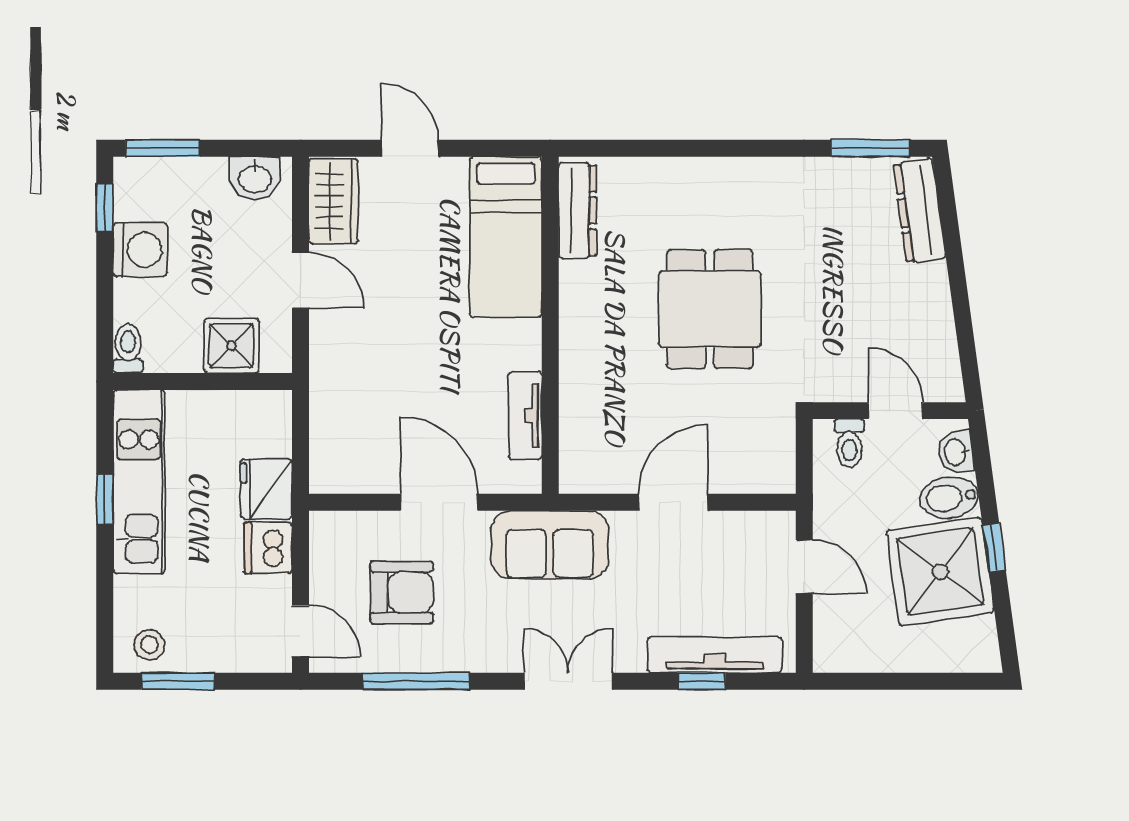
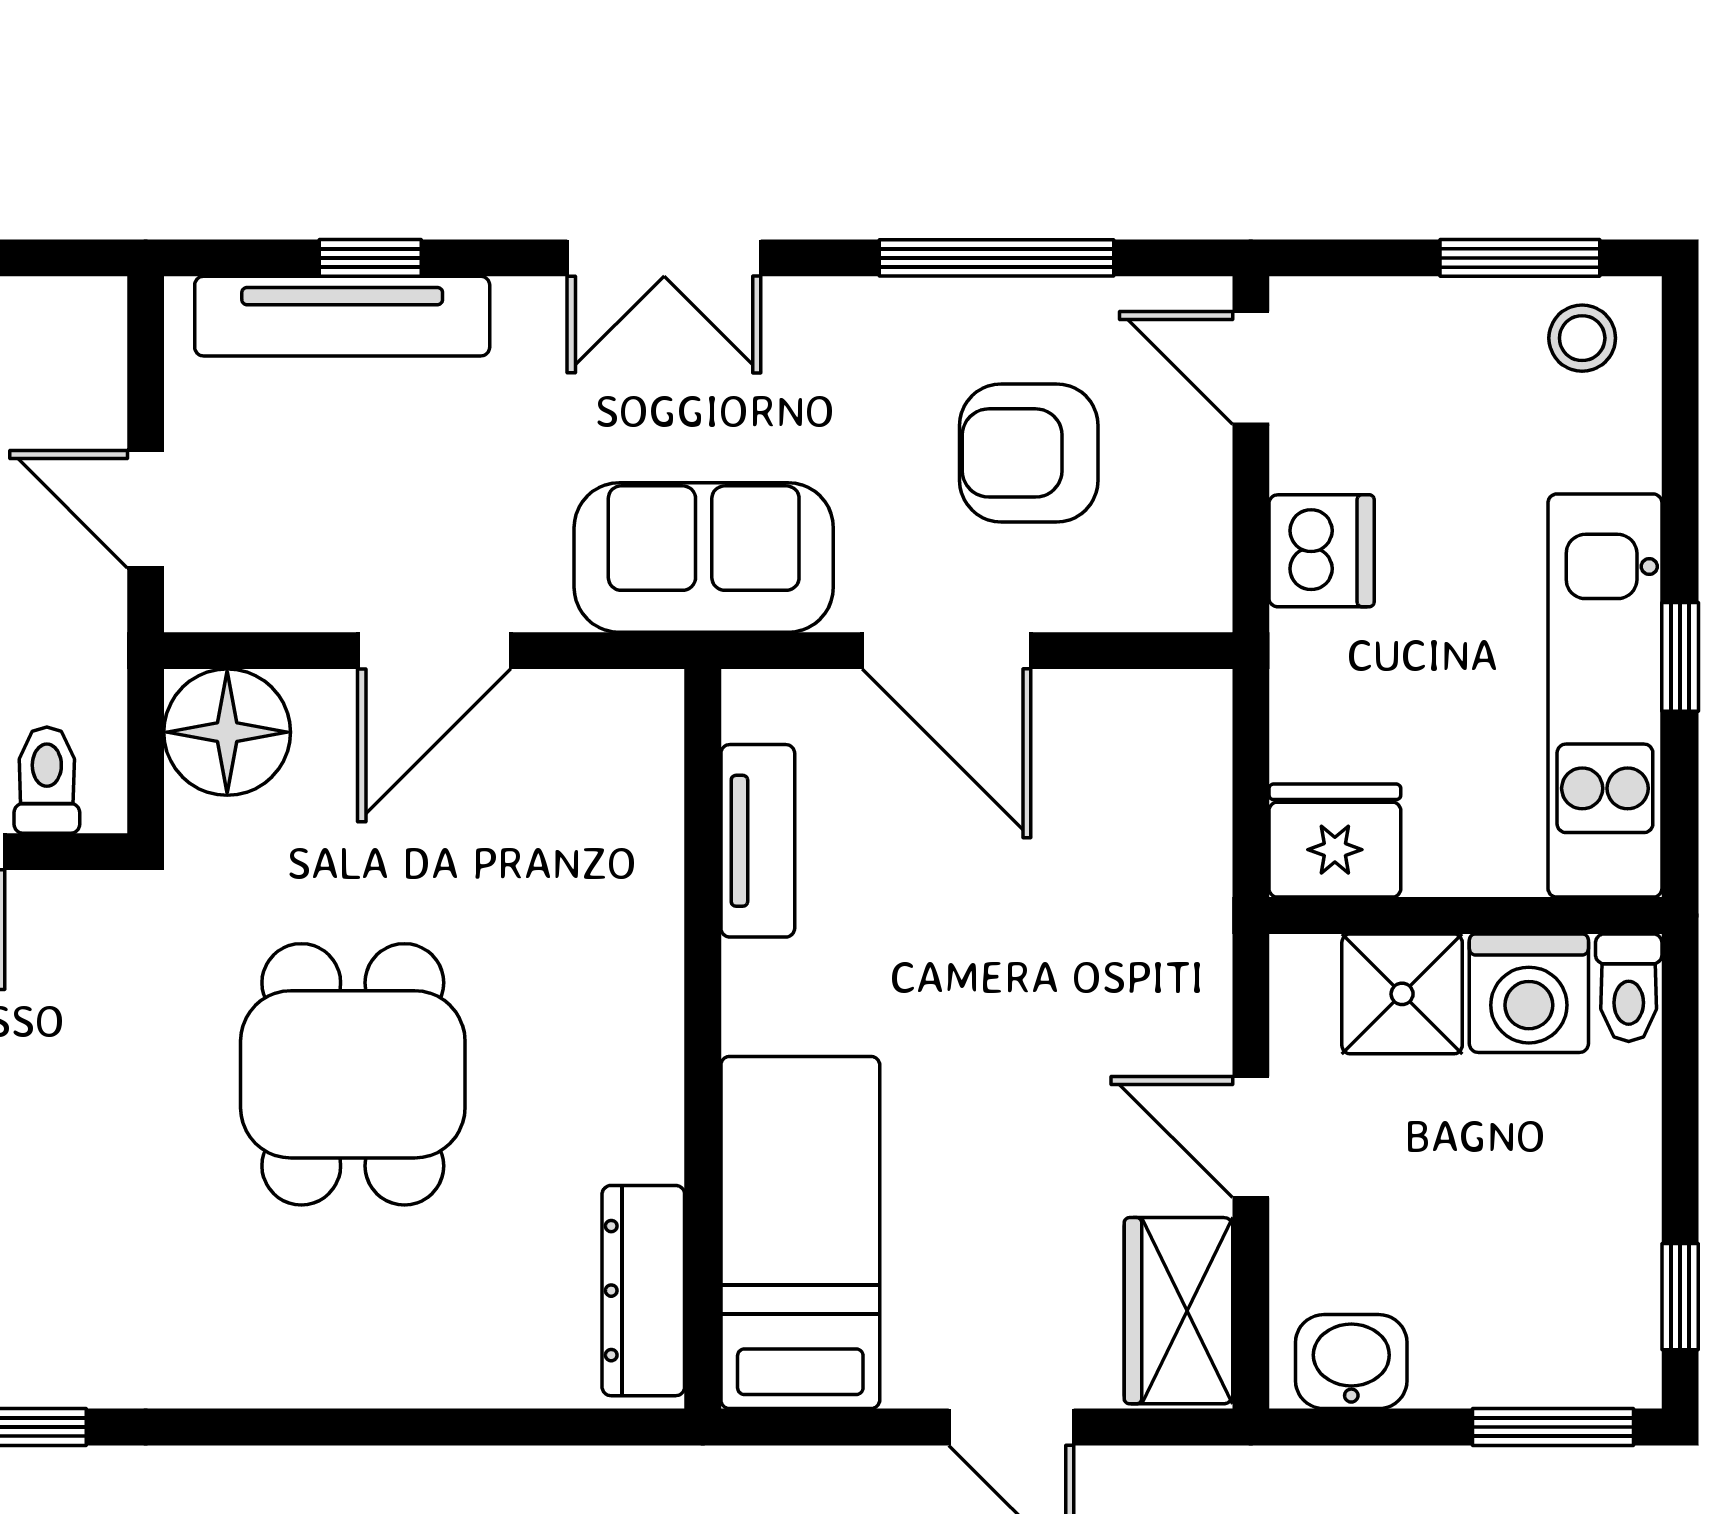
washing machine: (140, 250) -> (1529, 993), moved, turned -90
floor lamp: (767, 465) -> (227, 732), added
fridge: (266, 489) -> (1335, 841), moved, turned -90

